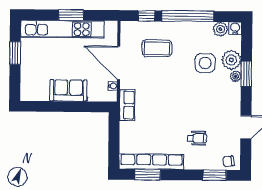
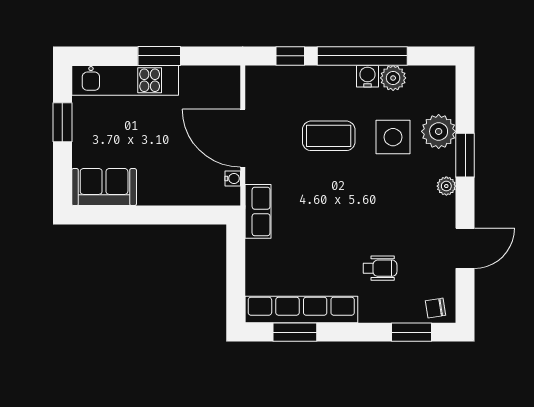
water cooler: (235, 28) -> (367, 76), moved
kitchen unit: (62, 29) -> (125, 80), width x0.73
plant: (220, 29) -> (393, 78), moved
coffee table: (157, 48) -> (329, 136), moved
plant: (236, 76) -> (446, 186), moved
sofa: (68, 91) -> (104, 187), moved

